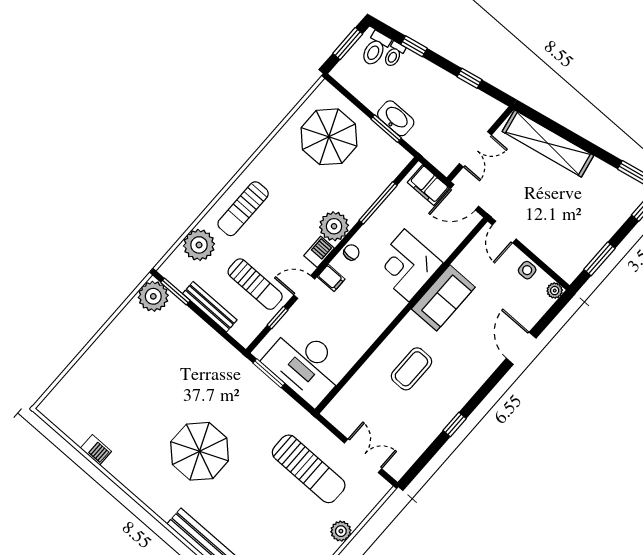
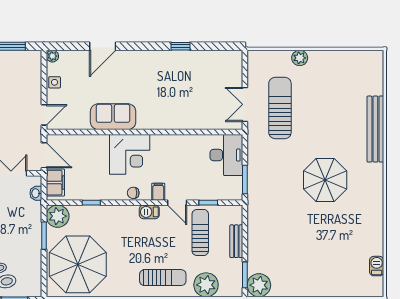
washbasin: (396, 118) -> (36, 193), moved, width x0.52, depth x0.69
parasol: (329, 137) -> (78, 264), width x1.36, depth x1.36
window: (378, 203) -> (91, 203), width x0.46
plant: (334, 226) -> (58, 216), moved
corner desk: (407, 265) -> (130, 154), moved
bench: (210, 307) -> (236, 241), width x0.73
desk: (305, 365) -> (226, 155), width x0.73, depth x0.77
coffee table: (411, 369) -> (170, 99), removed
barbecue: (96, 450) -> (377, 266), moved
double door: (363, 456) -> (245, 104), moved

